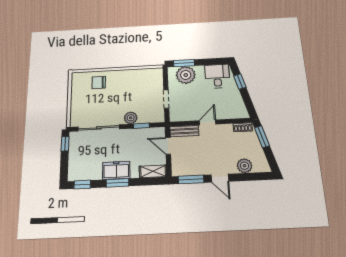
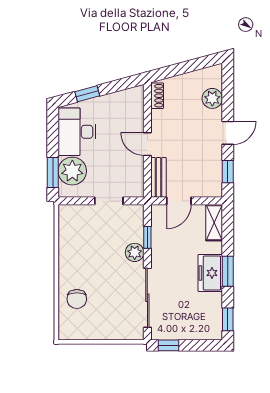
desk: (217, 76) -> (77, 132), width x1.37
window: (262, 137) -> (172, 71), removed
window: (191, 179) -> (228, 172), width x0.67

